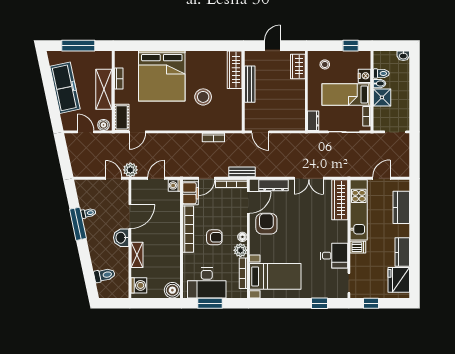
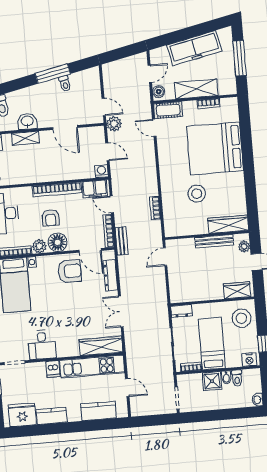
plant: (257, 56) -> (244, 246), added
stool: (325, 64) -> (241, 318), width x1.89, depth x1.89
nightstand: (365, 76) -> (249, 360), moved
door: (114, 178) -> (104, 107), hinge flipped
floor lamp: (242, 237) -> (58, 242), width x1.89, depth x1.89
washbasin: (121, 238) -> (27, 121), moved

